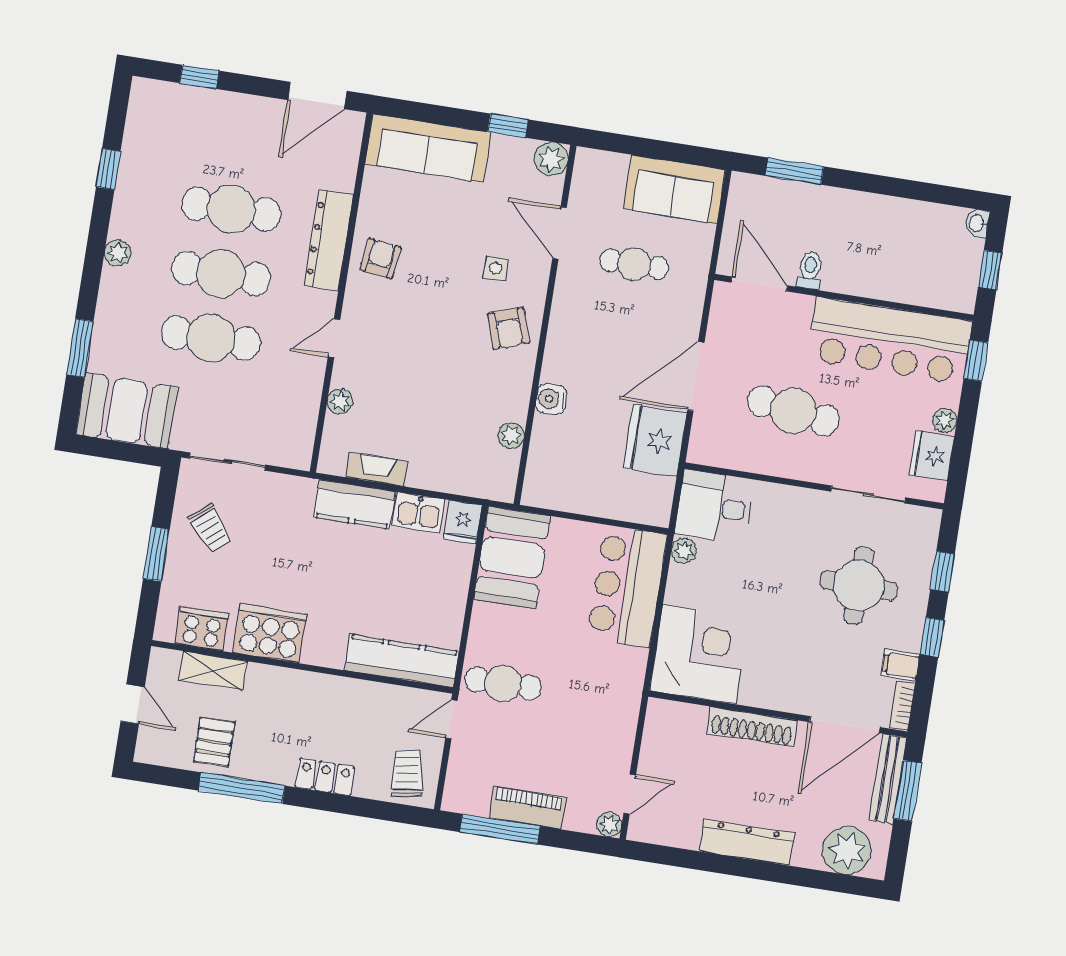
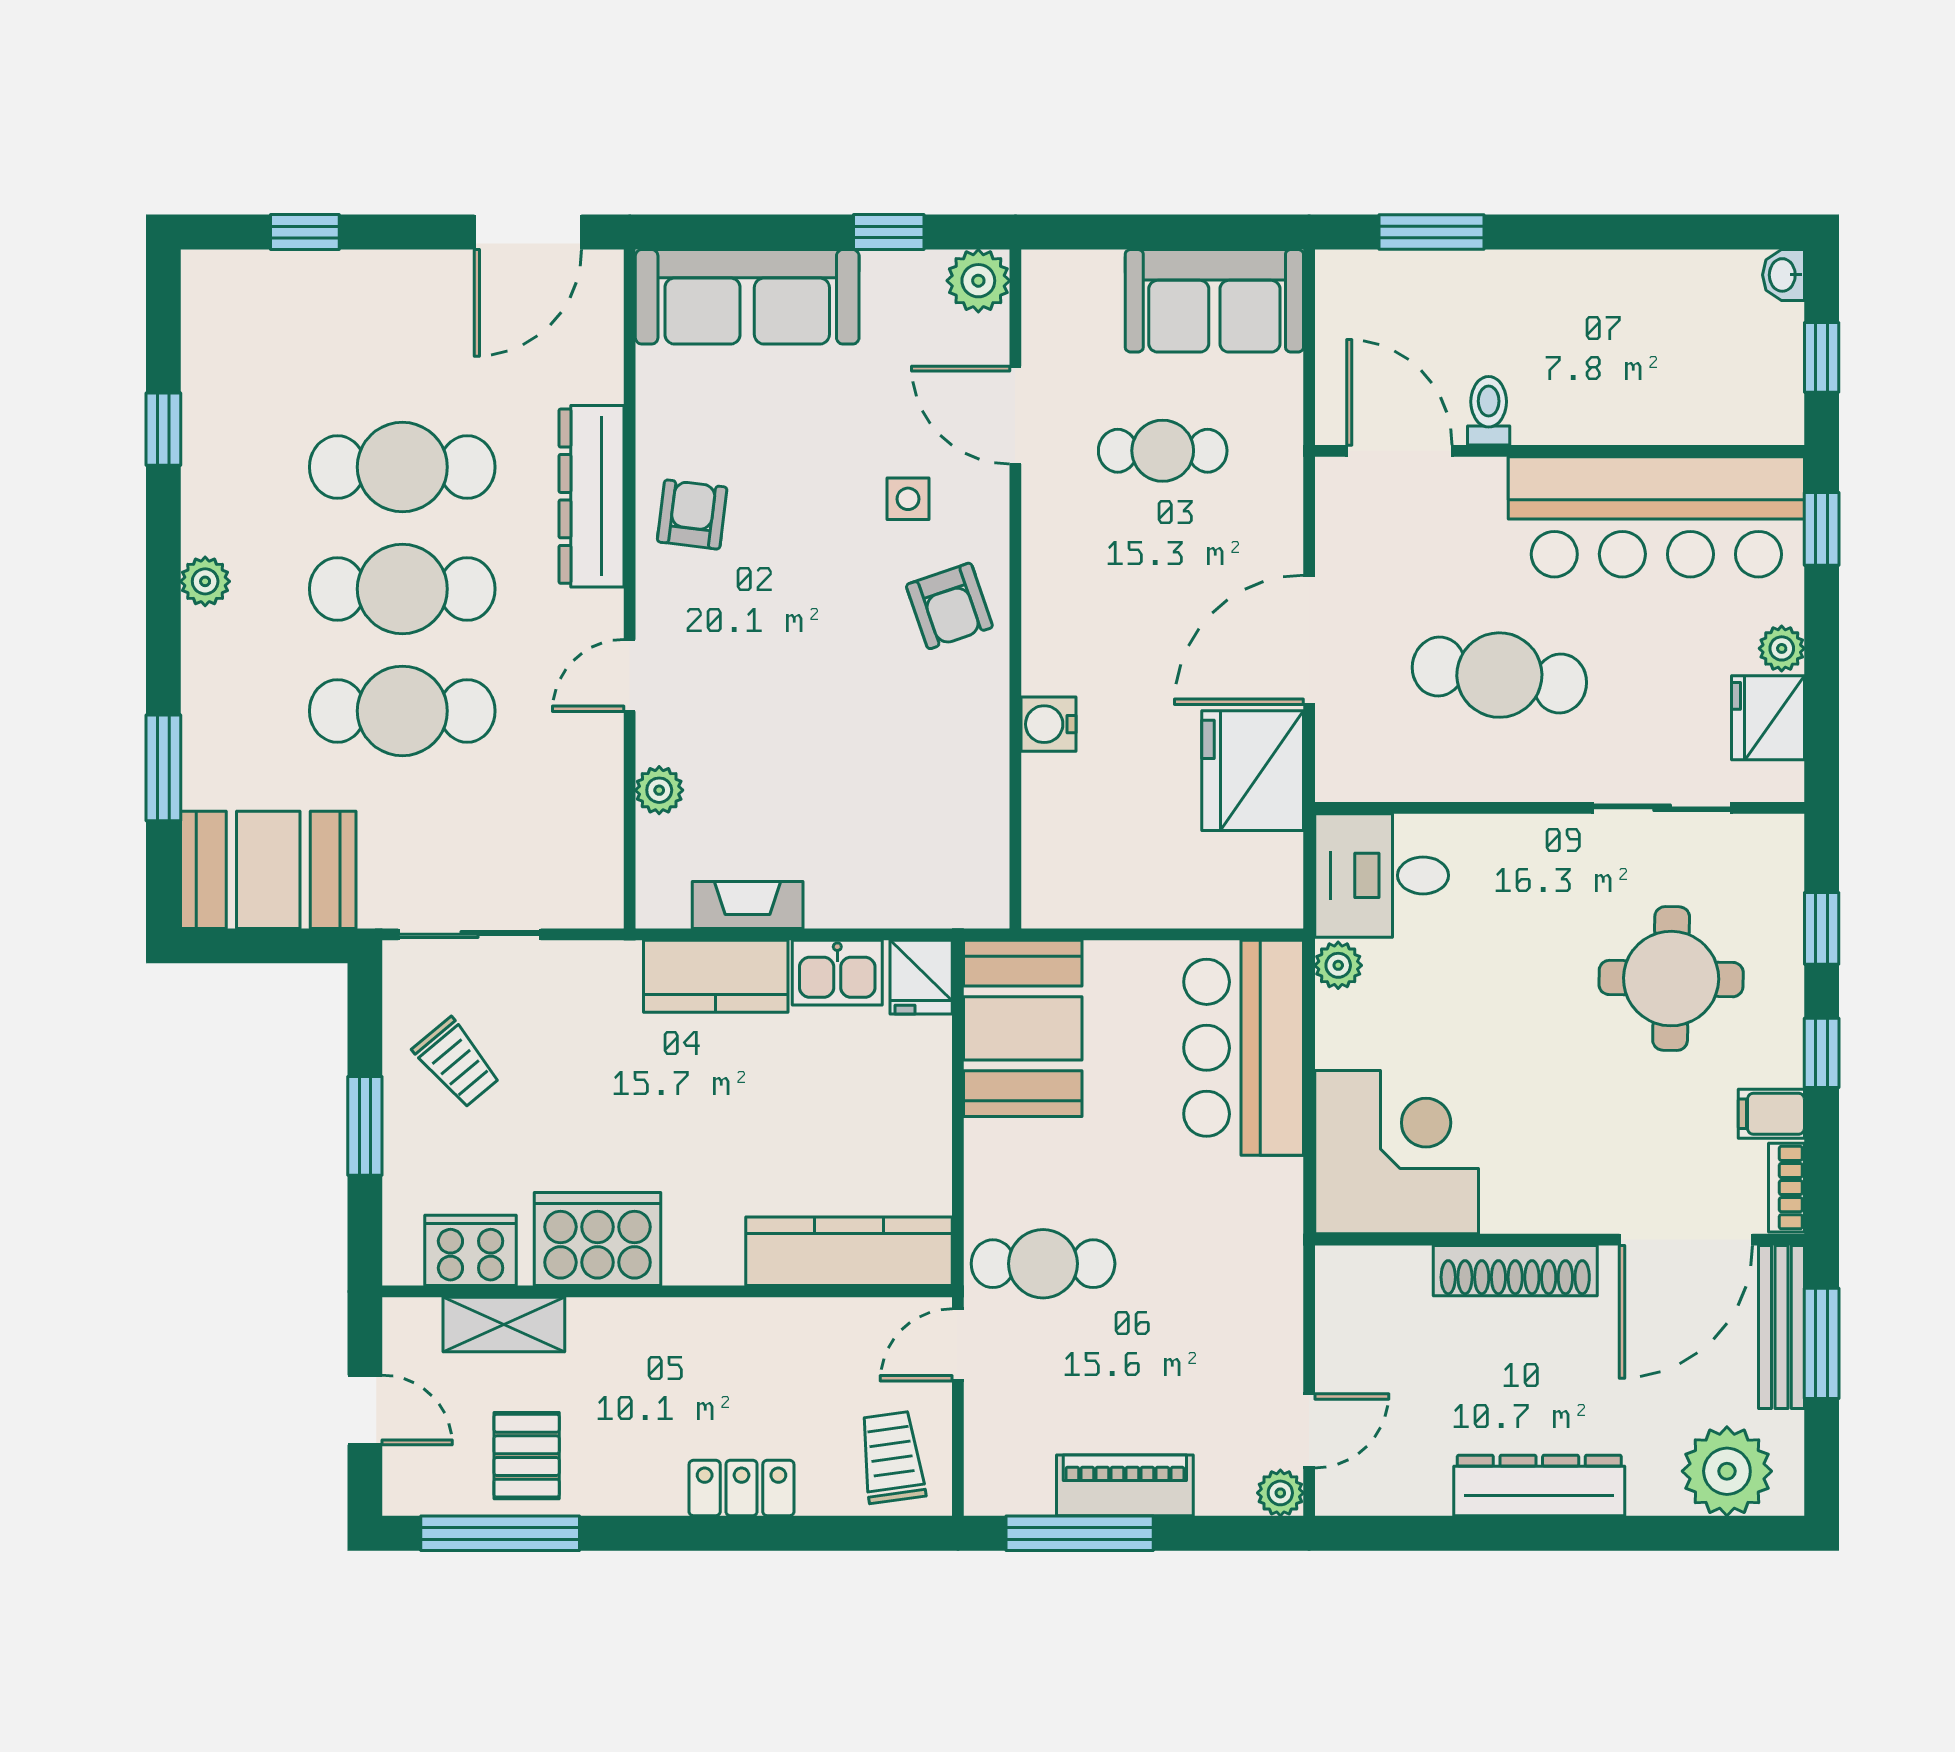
plant: (511, 435) -> (985, 803), removed
window: (242, 788) -> (500, 1533), moved

